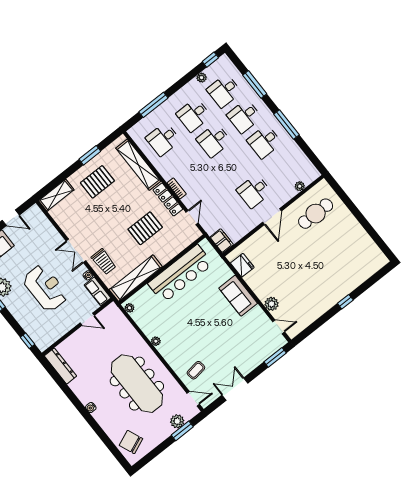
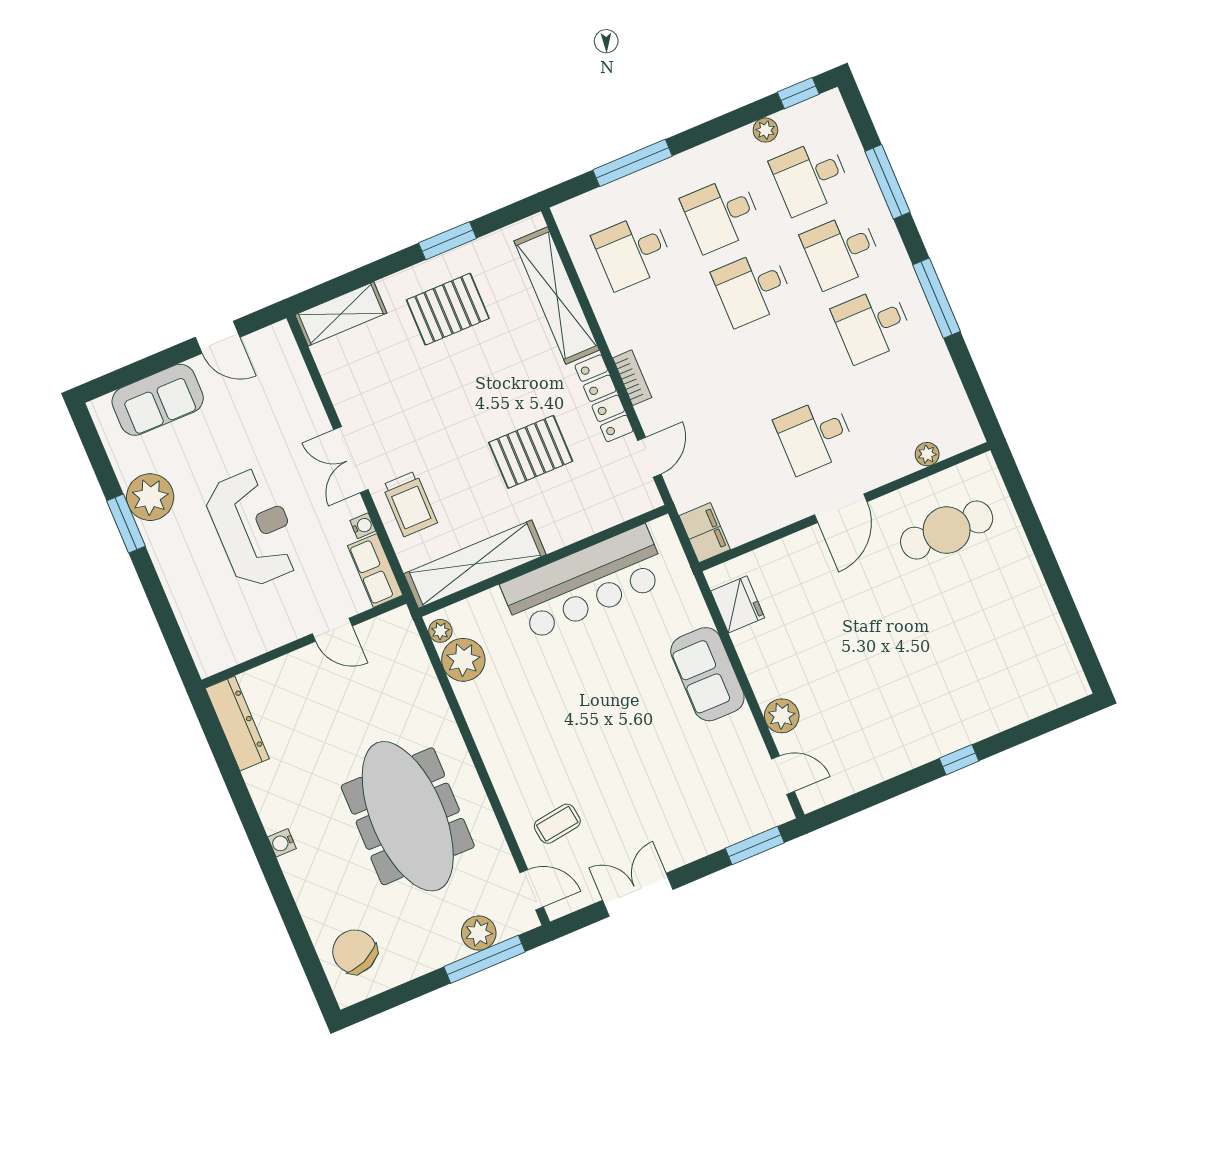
window: (27, 341) -> (175, 641), removed
plant: (156, 341) -> (463, 660), moved, width x1.88, depth x1.88
window: (182, 431) -> (484, 959), width x1.44

